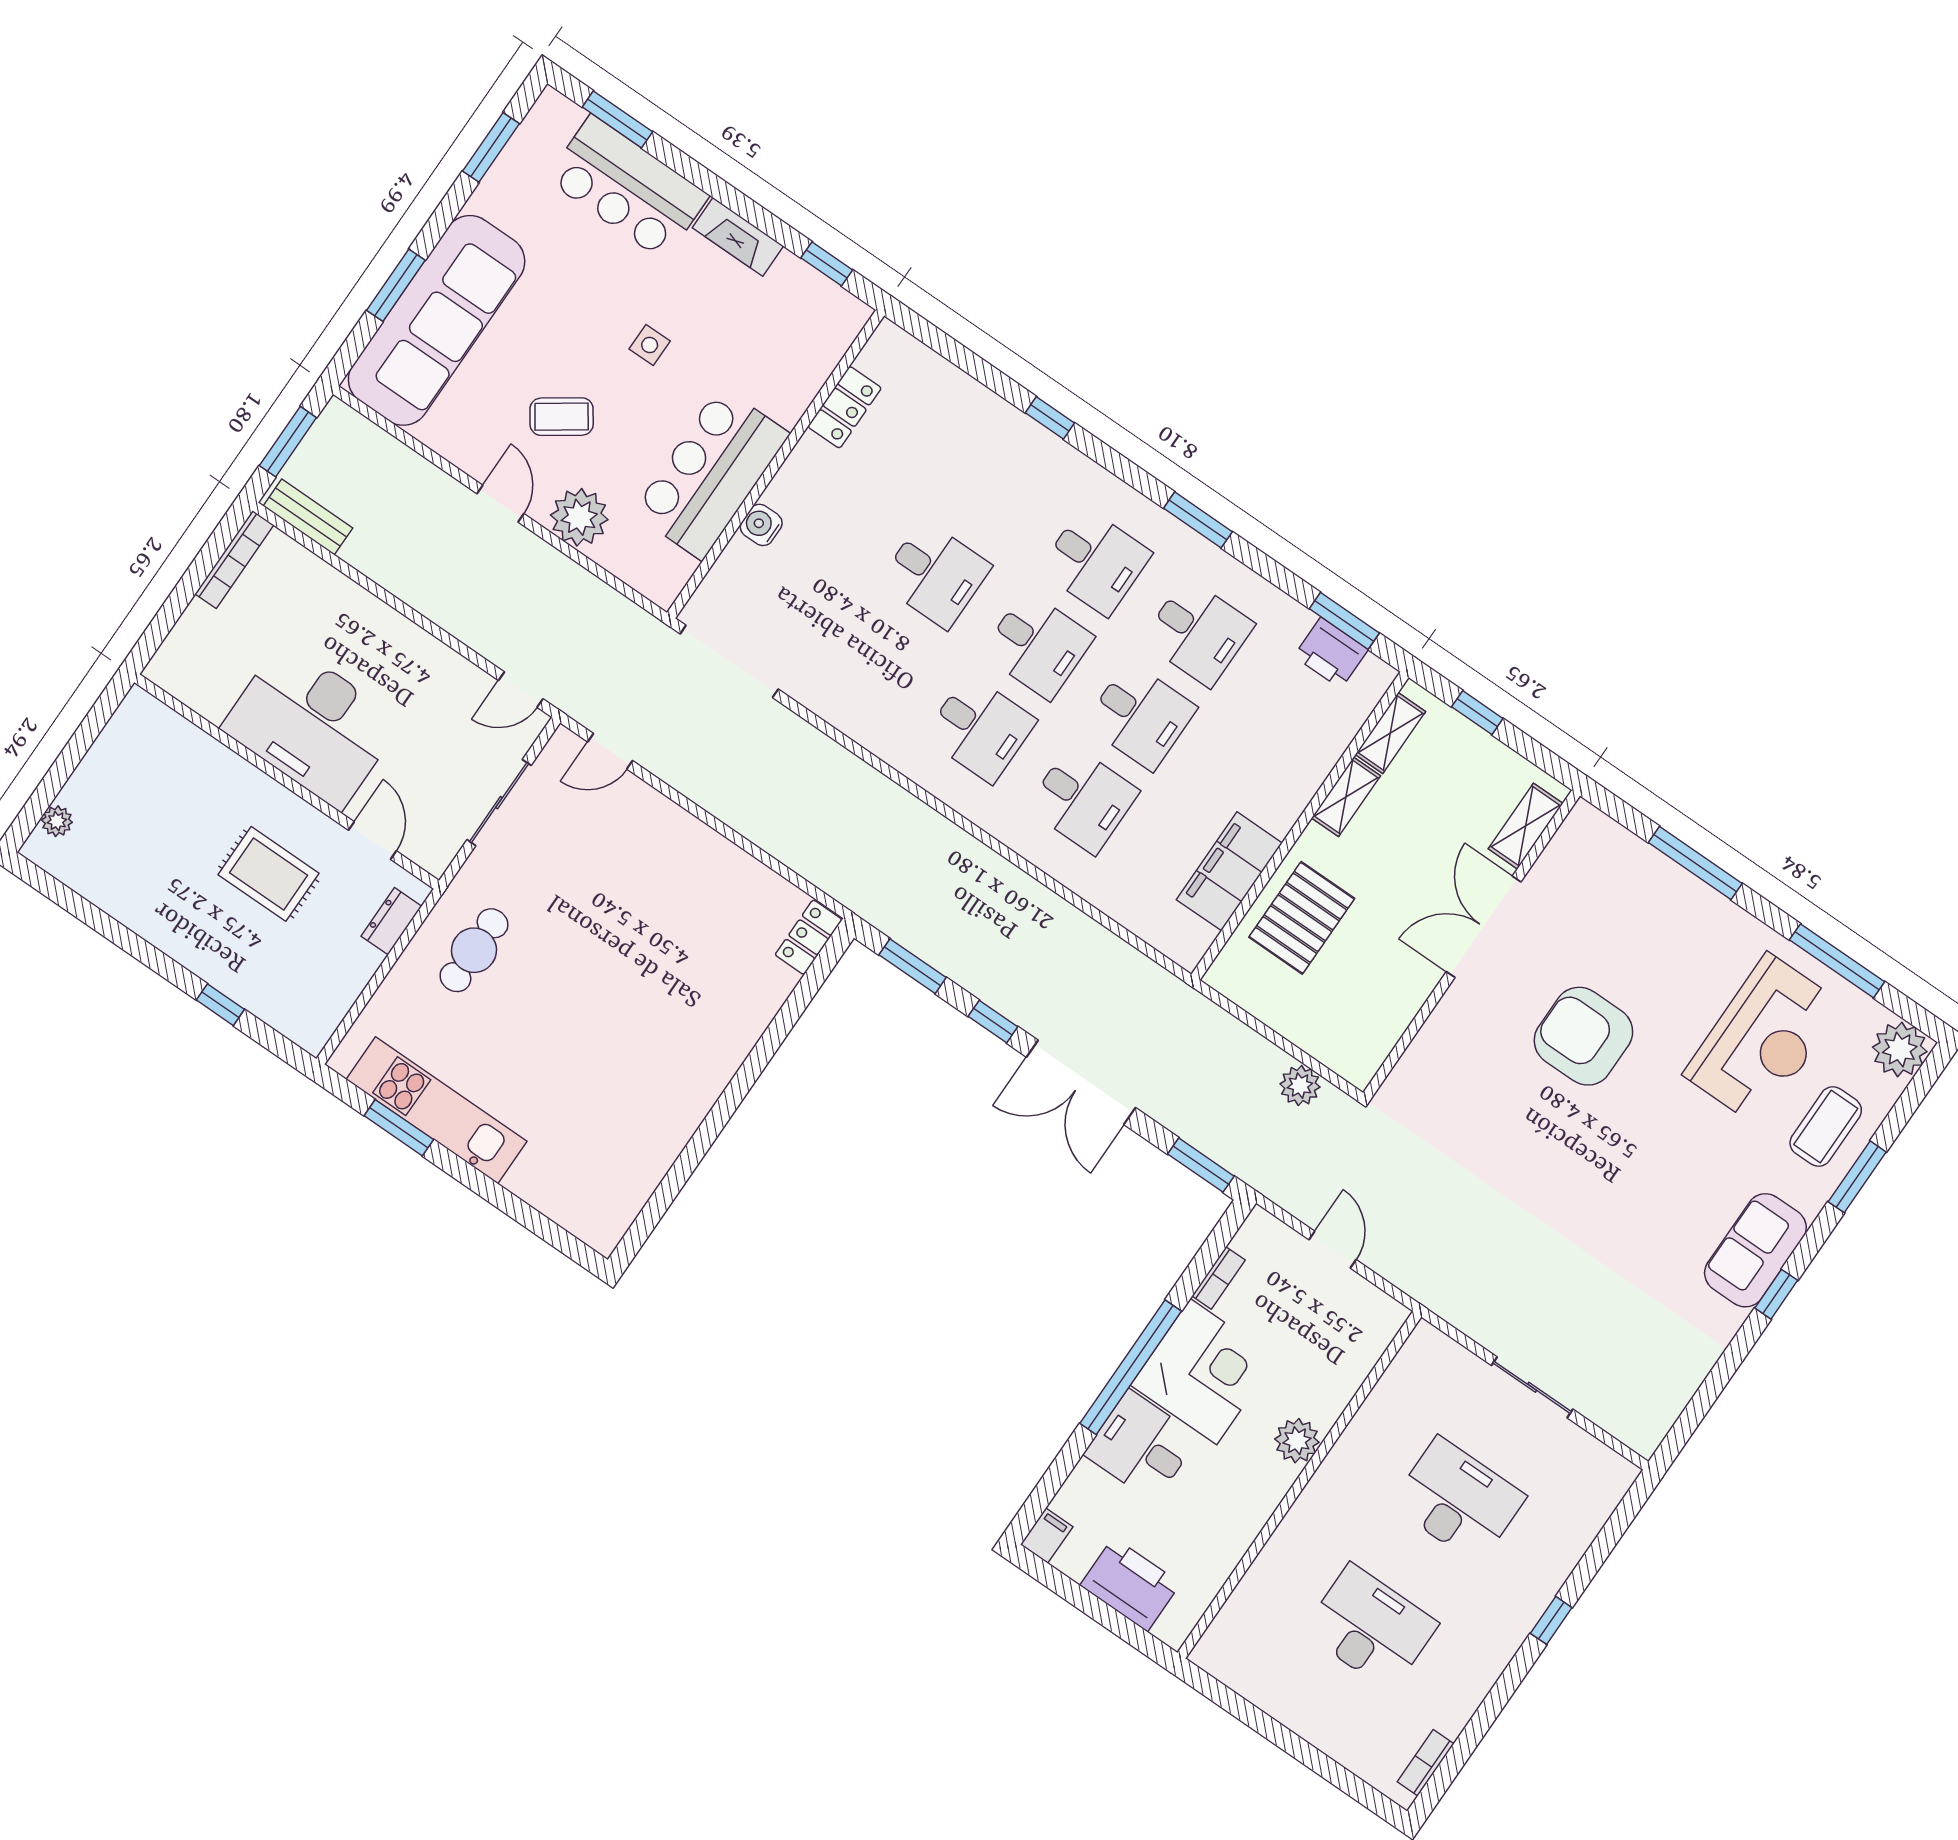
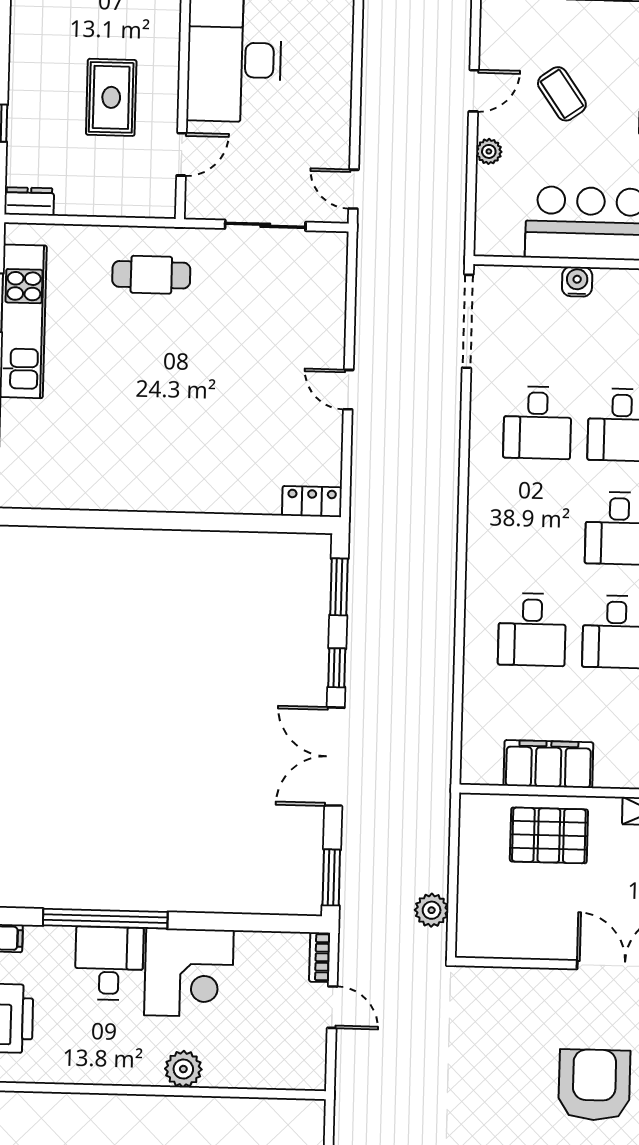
plant: (579, 517) -> (489, 151), width x0.53, depth x0.53
desk: (980, 729) -> (537, 423), moved
door: (610, 751) -> (348, 390), moved
dresser: (391, 921) -> (29, 201), moved
door: (1332, 1250) -> (332, 1007), hinge flipped
bookcase: (1219, 1278) -> (320, 957), moved, turned 90
window: (1131, 1367) -> (105, 919), moved

